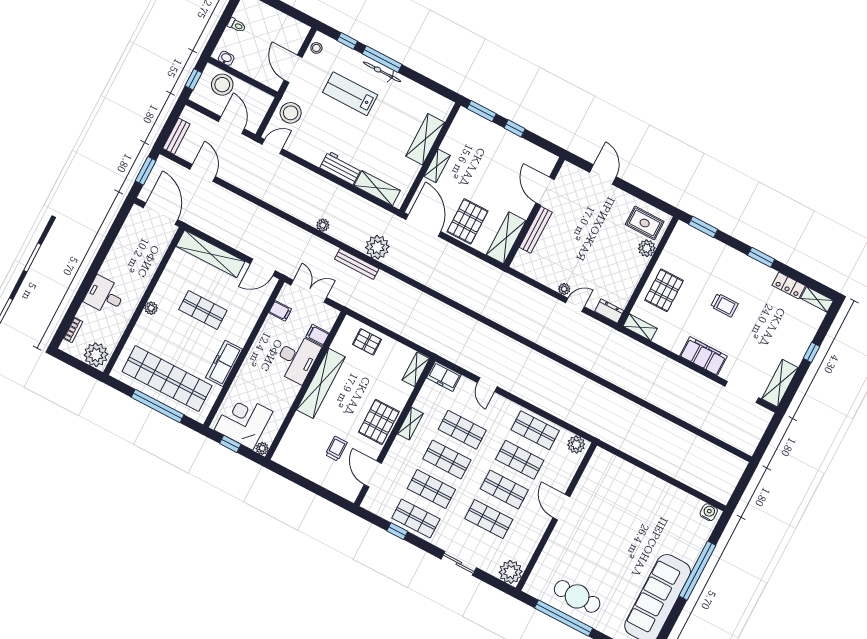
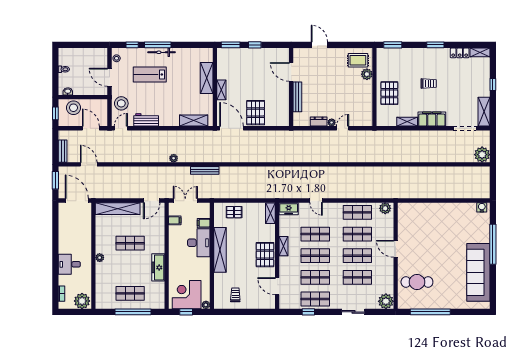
workbench: (341, 168) -> (146, 120), moved
shelving: (506, 238) -> (283, 110), removed
plant: (377, 247) -> (482, 155), moved
dresser: (609, 311) -> (319, 122), moved
shelving: (640, 327) -> (407, 122), moved
shop shelf: (167, 379) -> (130, 293), width x0.50, depth x0.74
trolley: (336, 449) -> (235, 295), moved
cafe table: (577, 596) -> (417, 282), moved

